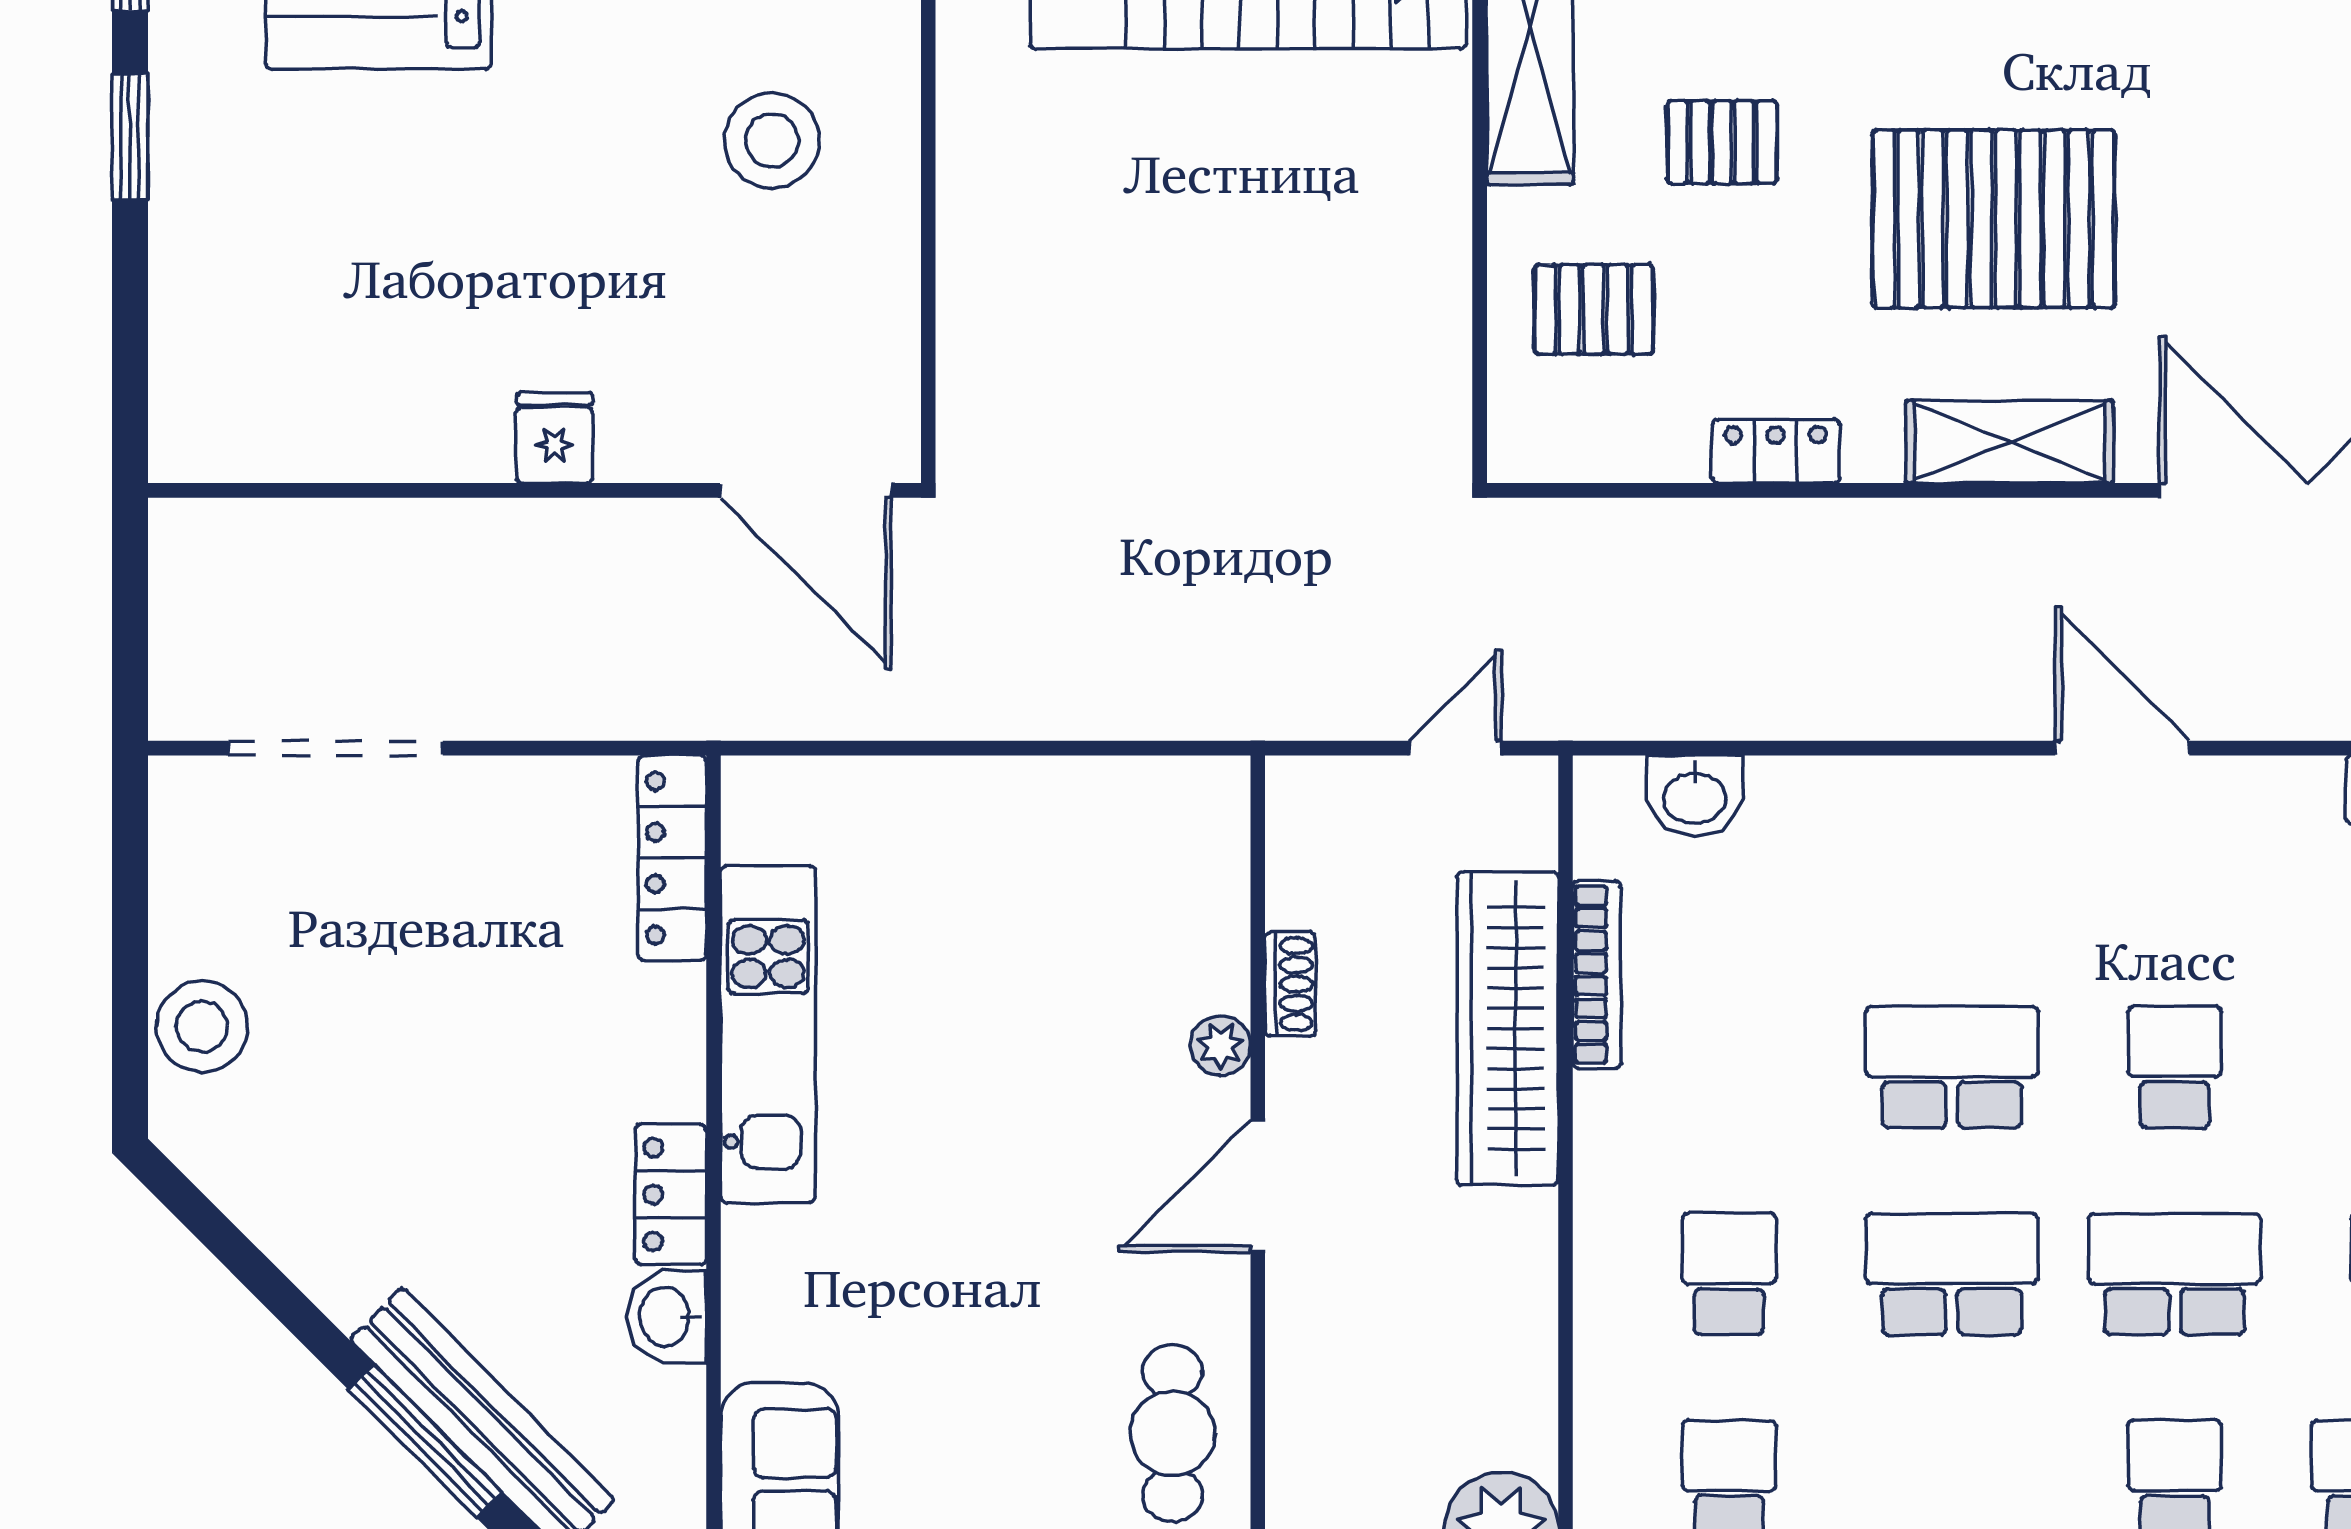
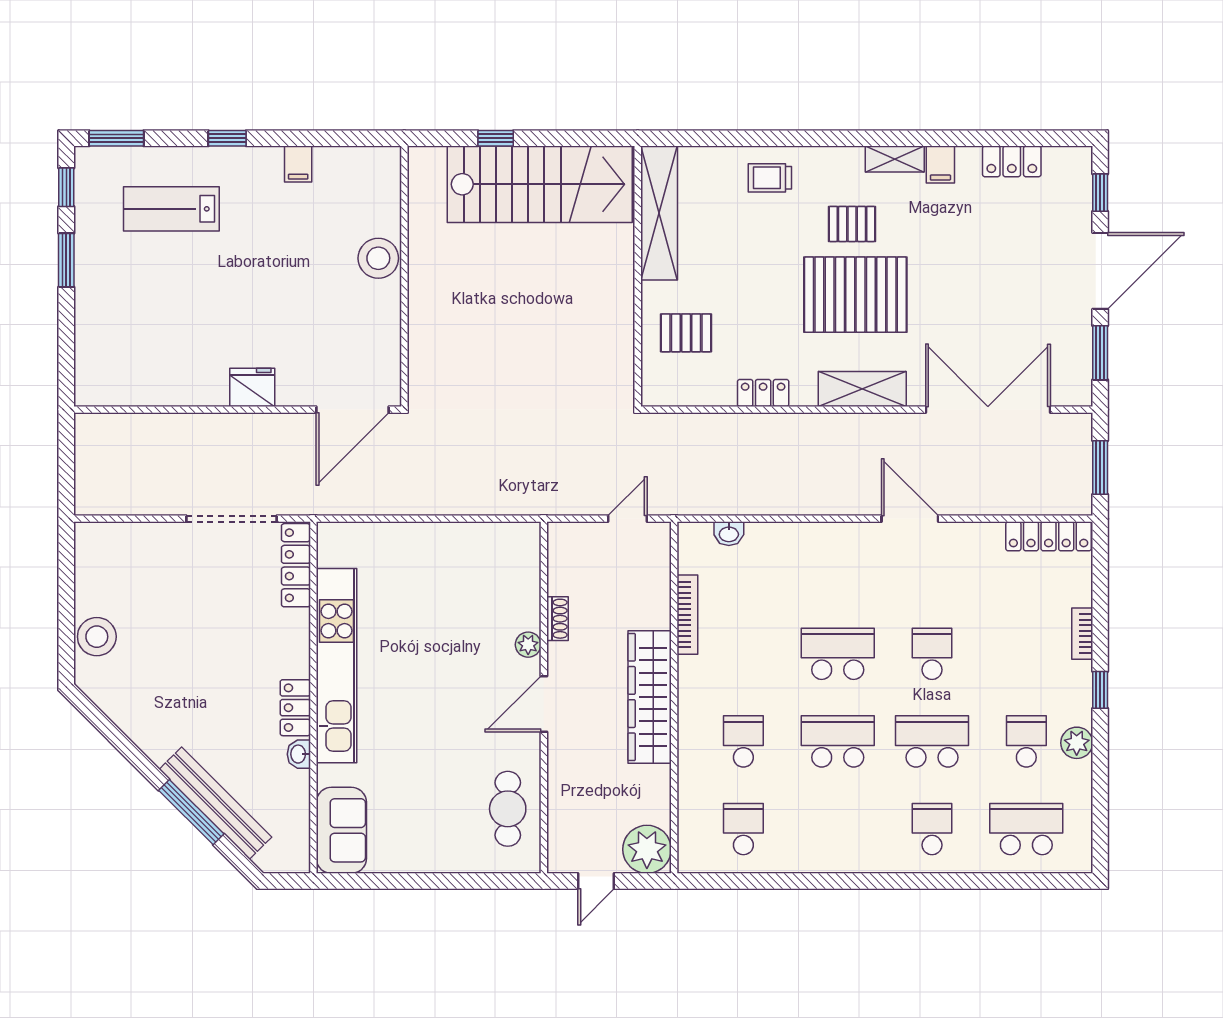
stool: (772, 141) -> (378, 258), moved
pallet: (1722, 142) -> (852, 224), moved
fridge: (554, 438) -> (252, 387), width x1.38
door: (806, 490) -> (352, 410), hinge flipped
doorway: (336, 748) -> (231, 519), moved
washbasin: (1695, 796) -> (729, 534), width x0.72, depth x0.69
wardrobe: (1508, 1028) -> (650, 697), moved
kitchen unit: (768, 1034) -> (336, 666), width x1.36
washbasin: (667, 1317) -> (299, 754), width x0.72, depth x0.69

